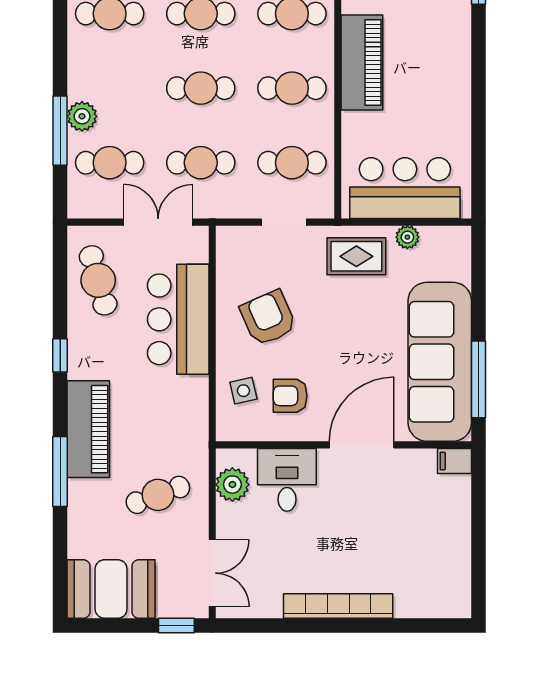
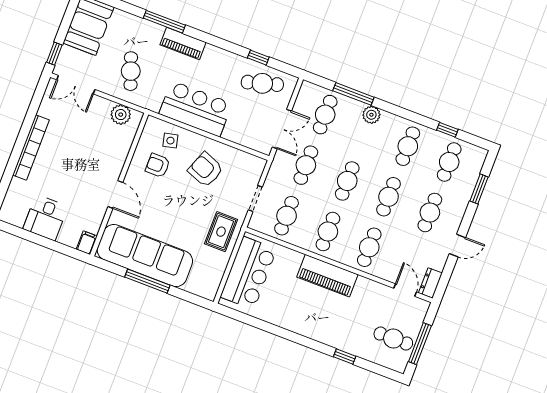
plant: (82, 116) -> (371, 115), moved
plant: (407, 237) -> (221, 264), removed
armchair: (268, 318) -> (206, 170), turned -135
bar counter: (178, 319) -> (196, 109), moved
window: (60, 355) -> (258, 58), moved
window: (479, 379) -> (147, 281), moved
armchair: (290, 396) -> (158, 165), turned -90
piano: (88, 429) -> (183, 43), width x0.73, depth x0.75
door: (362, 445) -> (115, 195), width x0.73
desk: (287, 480) -> (45, 218), moved, turned 90

